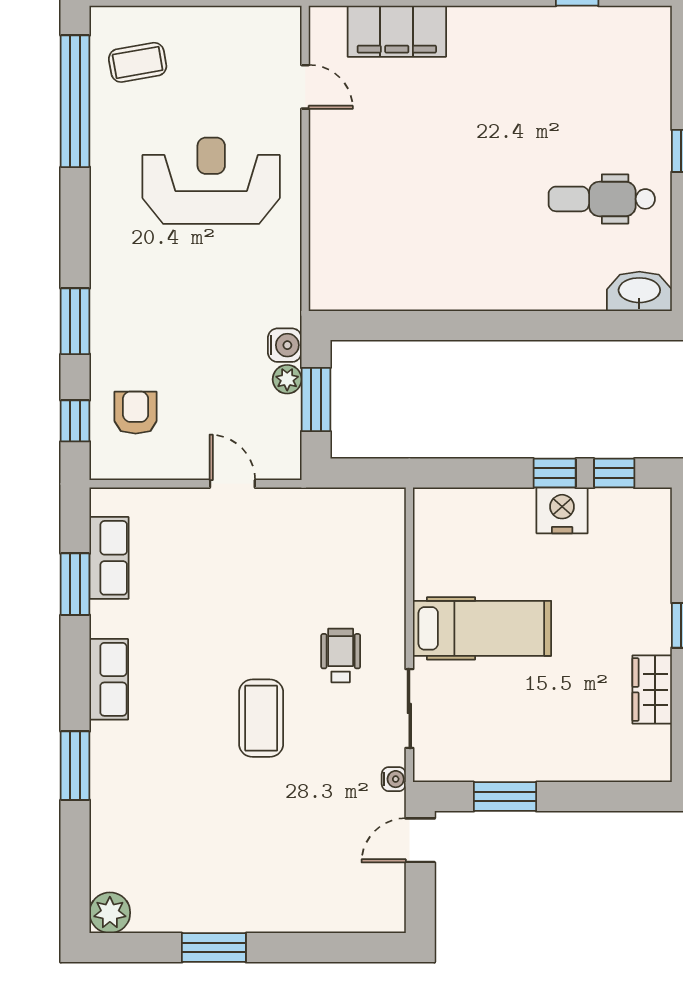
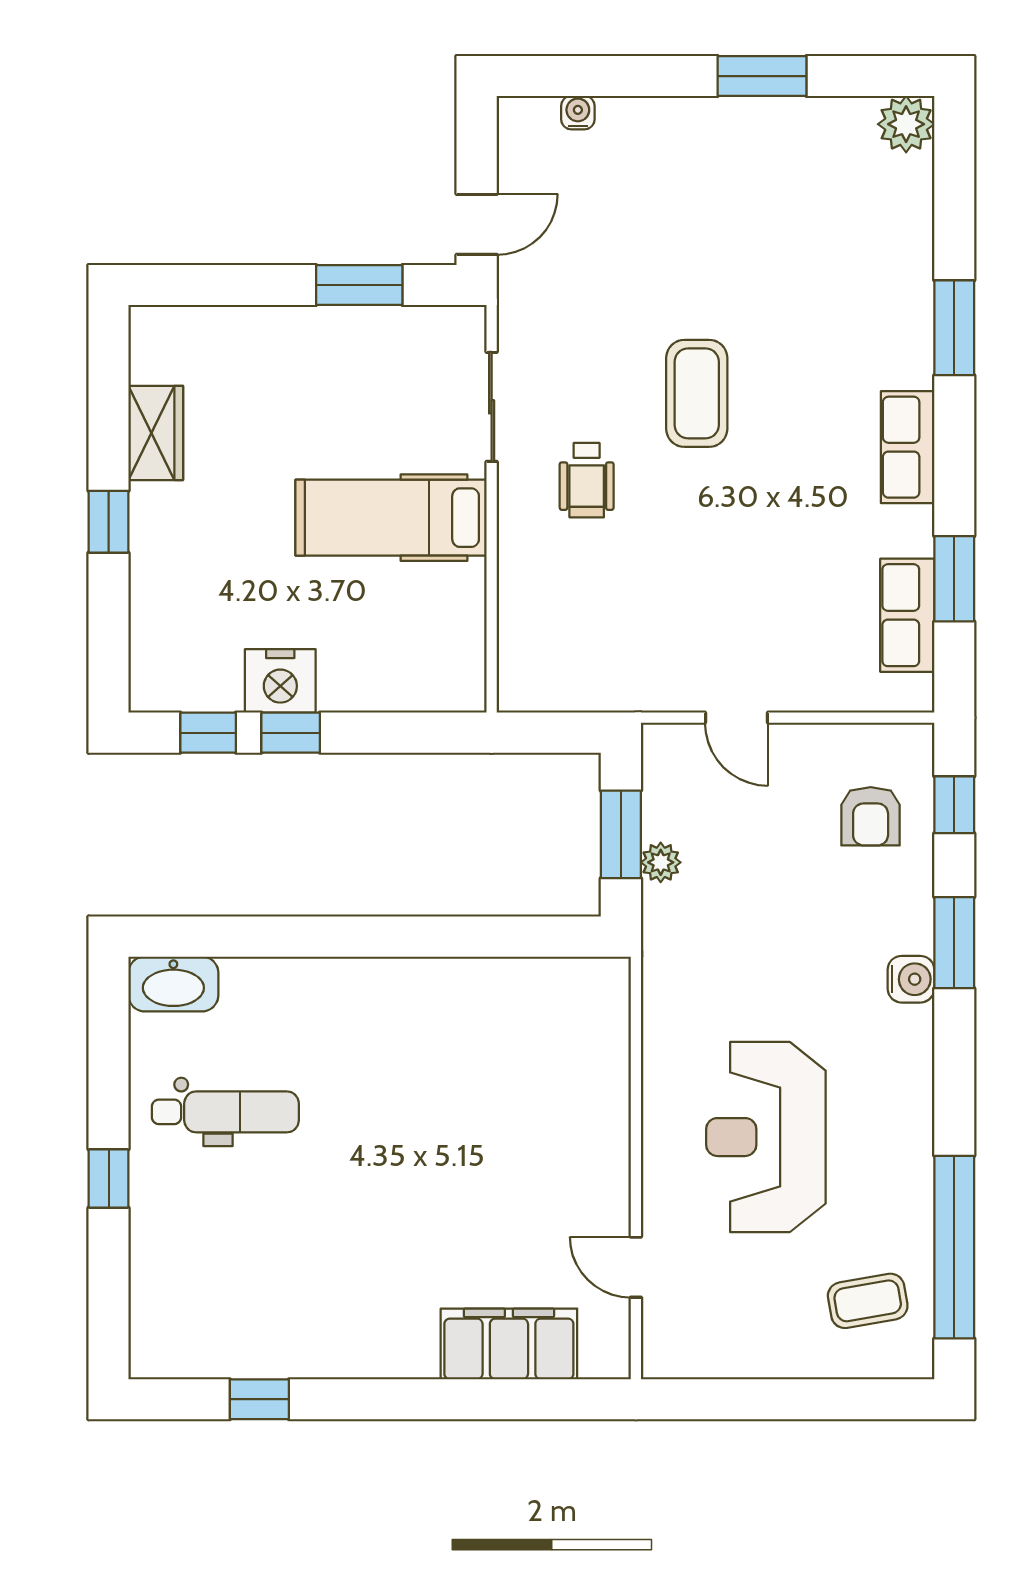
reception desk: (211, 181) -> (766, 1137), turned 90
water cooler: (285, 345) -> (911, 979), moved, turned 180
water cooler: (394, 779) -> (578, 113), moved, turned 90

